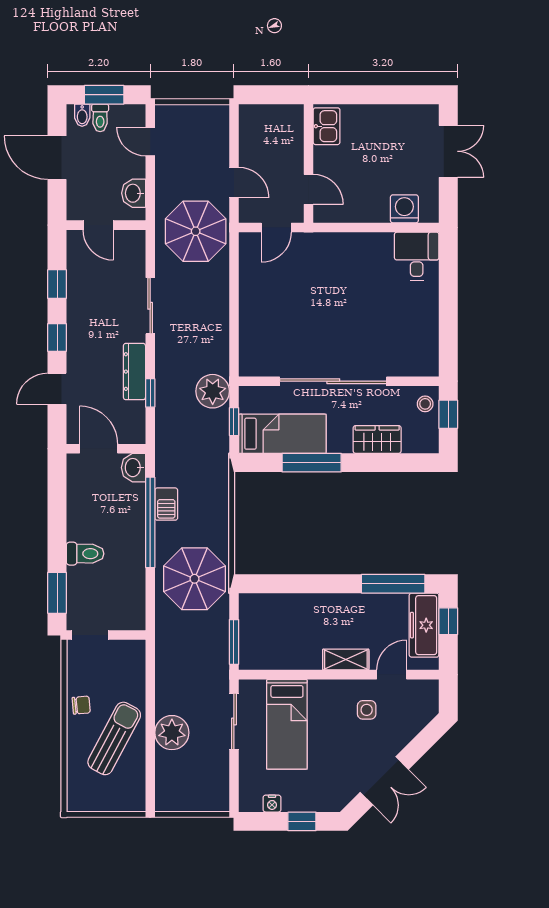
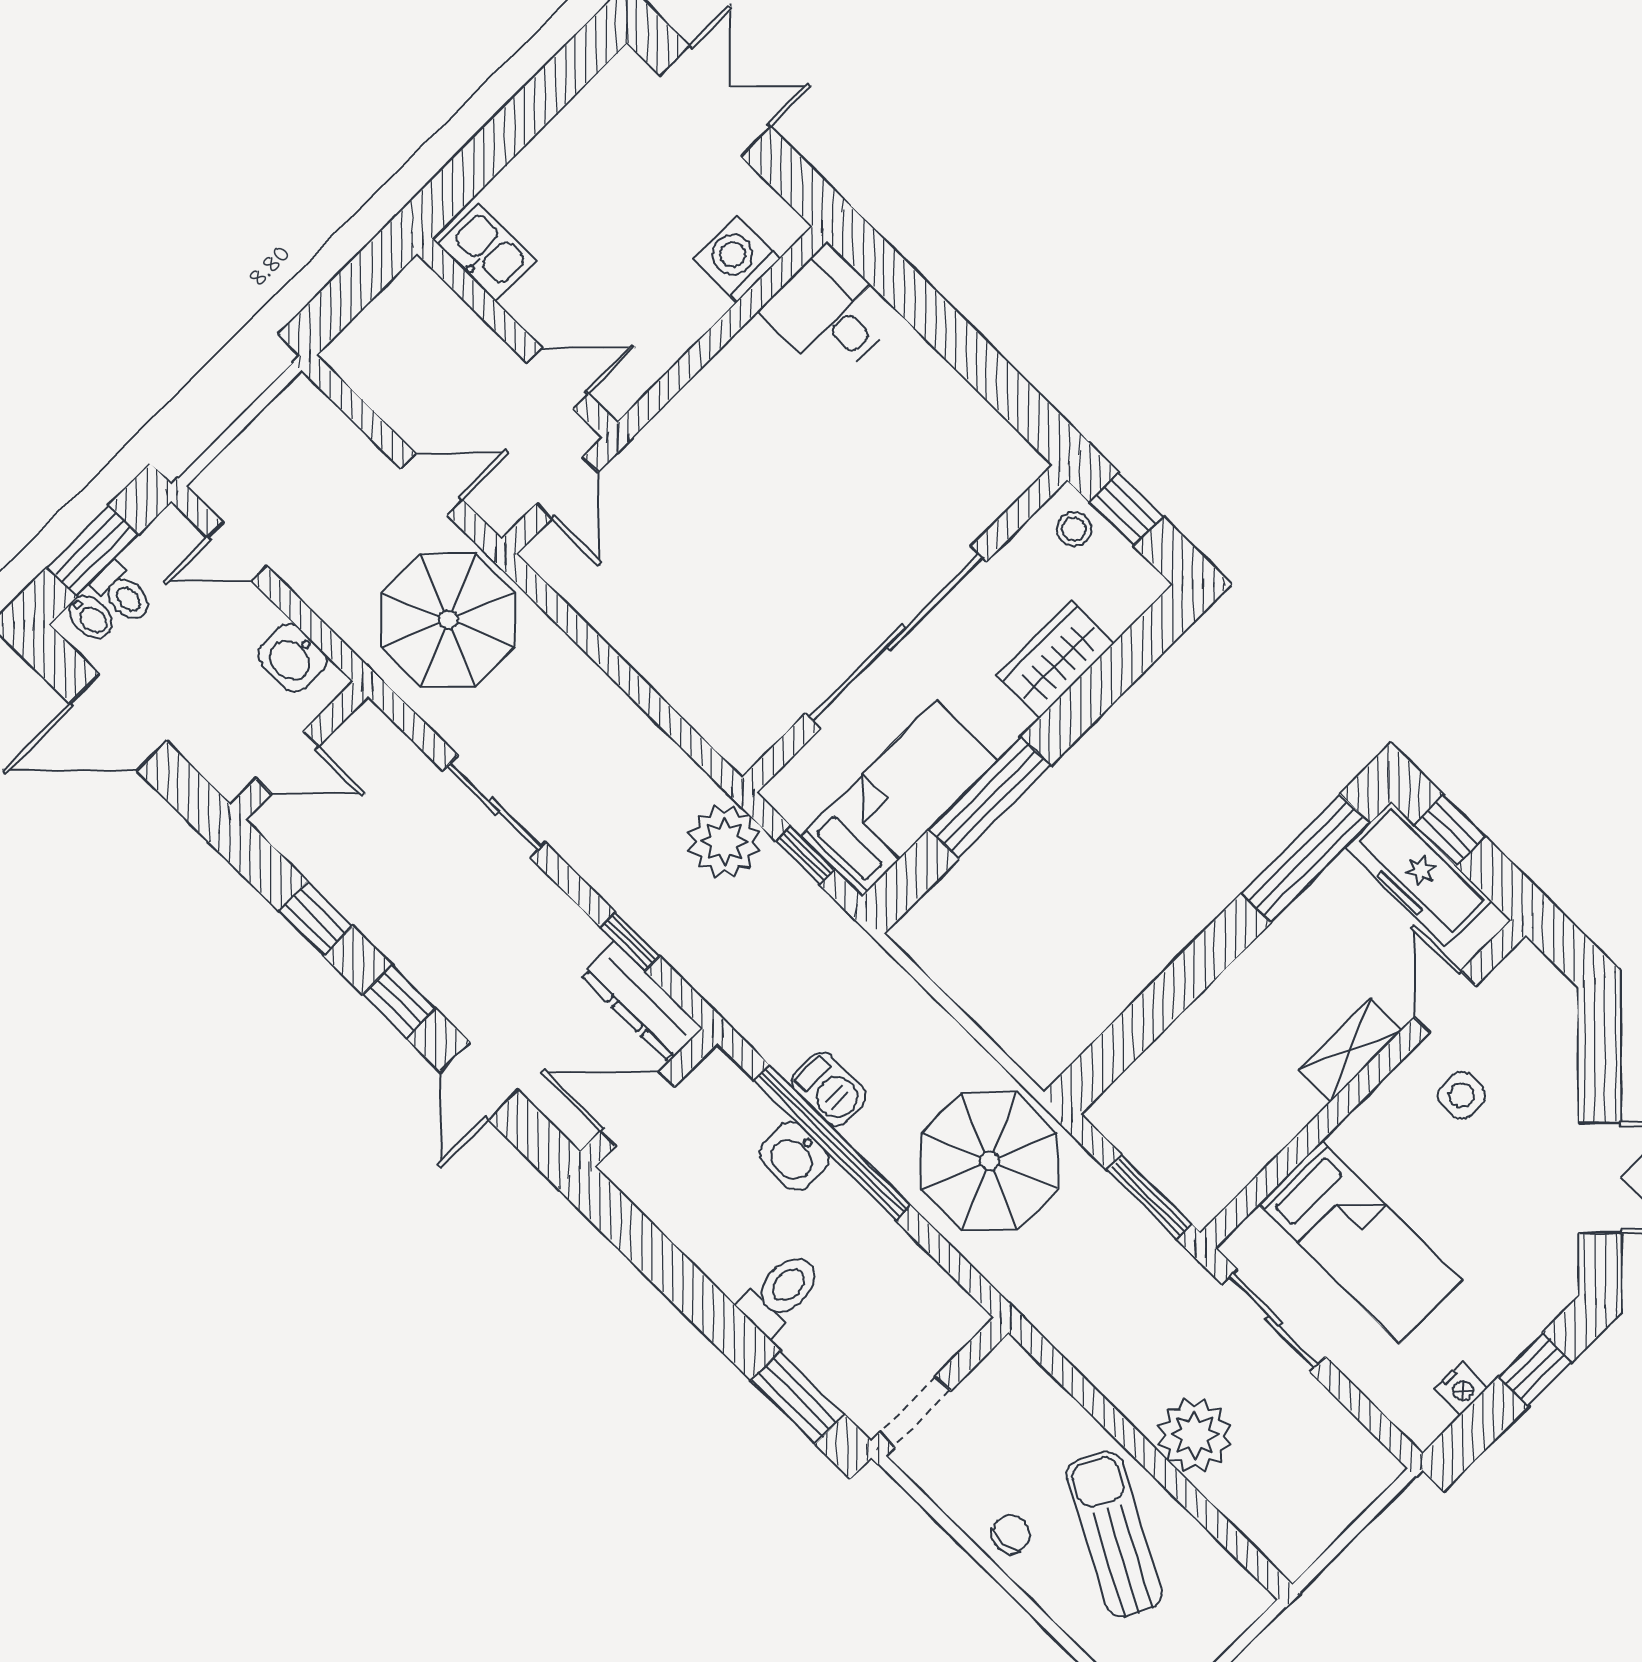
dresser: (134, 372) -> (642, 1002), moved
washbasin: (133, 468) -> (794, 1156), moved

